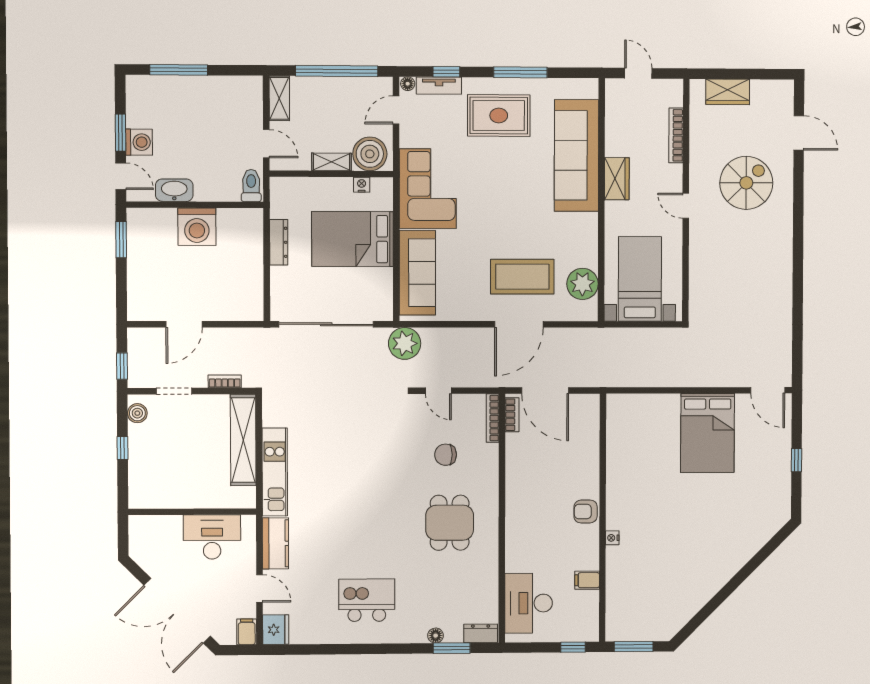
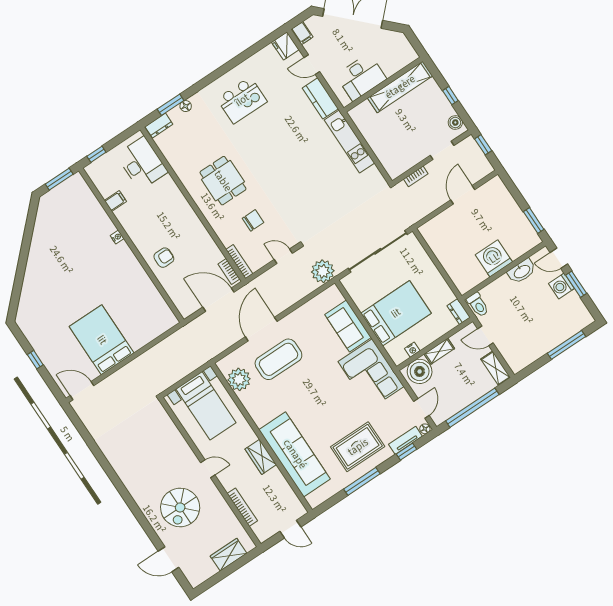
dresser: (279, 242) -> (459, 311), moved, width x0.70
sofa: (417, 273) -> (348, 326), width x0.73
shelving: (243, 440) -> (400, 87), moved, turned 90
armchair: (586, 512) -> (164, 258), moved

